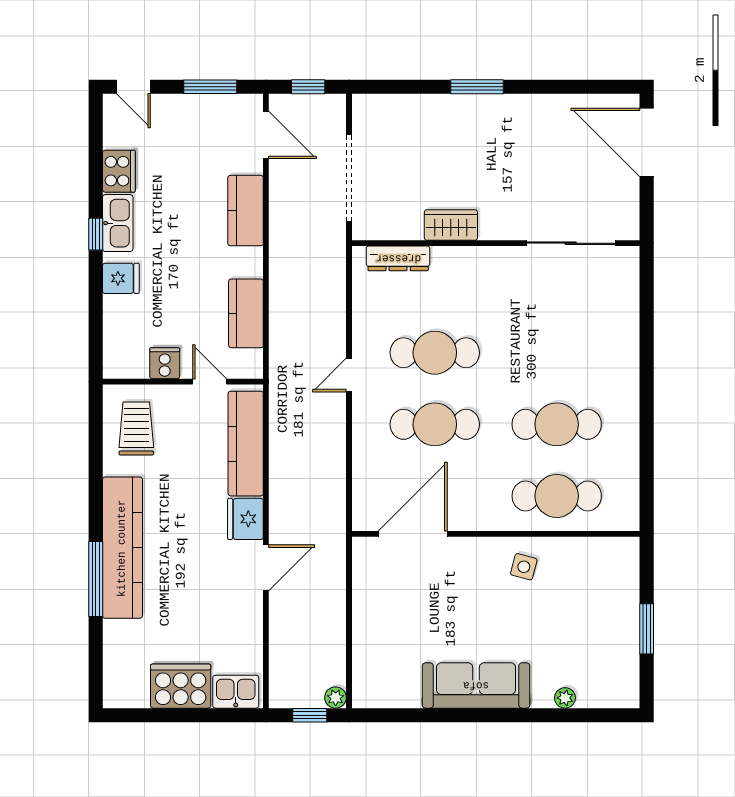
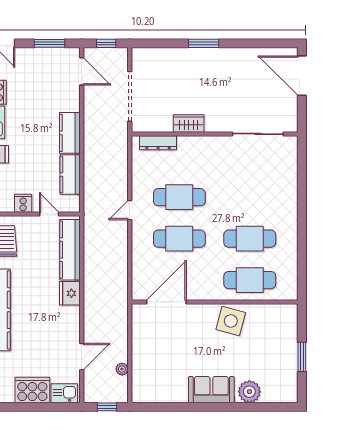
kitchen counter: (246, 211) -> (70, 133), moved
side table: (524, 567) -> (231, 321), width x1.87, depth x1.87
door: (266, 568) -> (82, 357), moved
sofa: (476, 685) -> (211, 390), width x0.73
plant: (336, 698) -> (122, 369), moved
plant: (565, 698) -> (249, 392), width x1.87, depth x1.87

